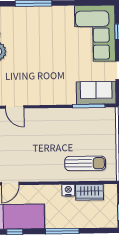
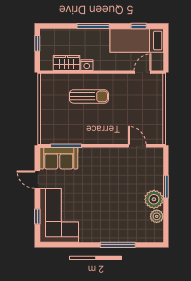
sun lounger: (85, 163) -> (89, 96), moved, turned 180

